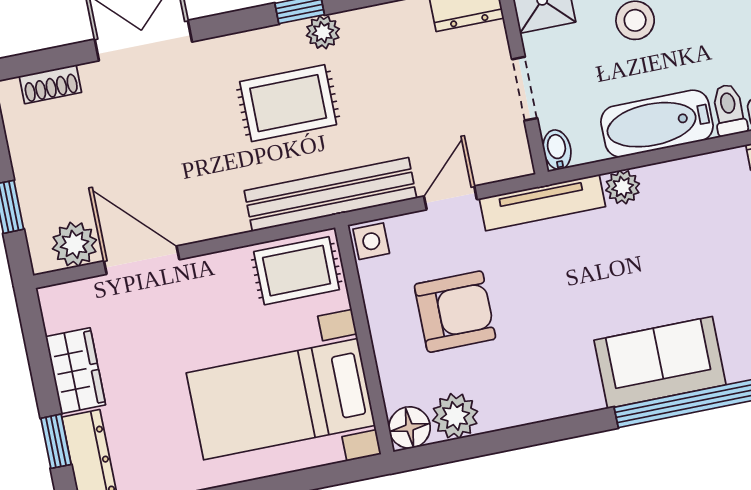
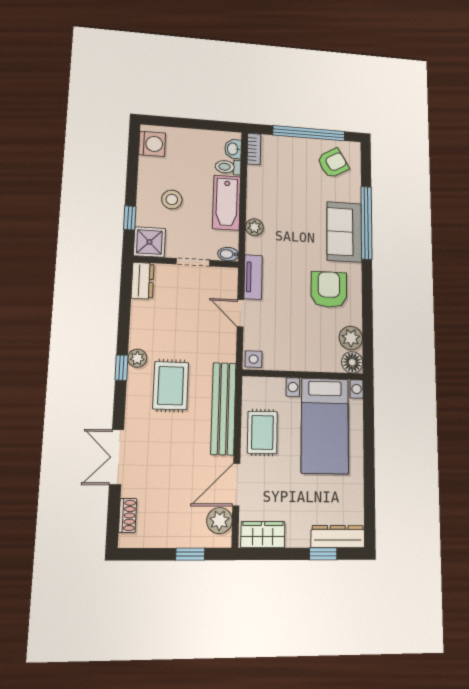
bench: (330, 194) -> (223, 408), moved
tv unit: (542, 203) -> (253, 277), width x0.71
rug: (297, 271) -> (262, 432), moved
armchair: (455, 312) -> (329, 290), moved
wardrobe: (76, 371) -> (263, 535), moved

